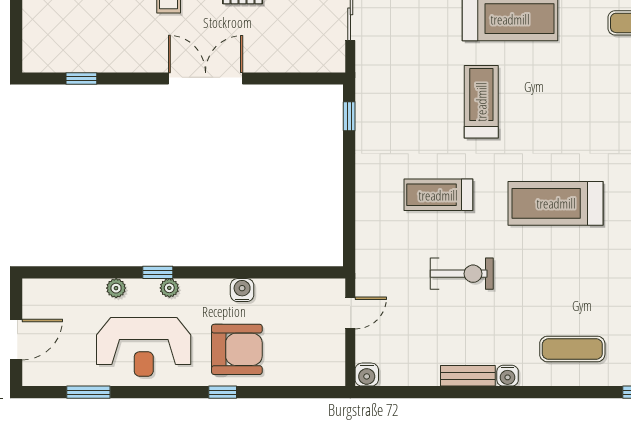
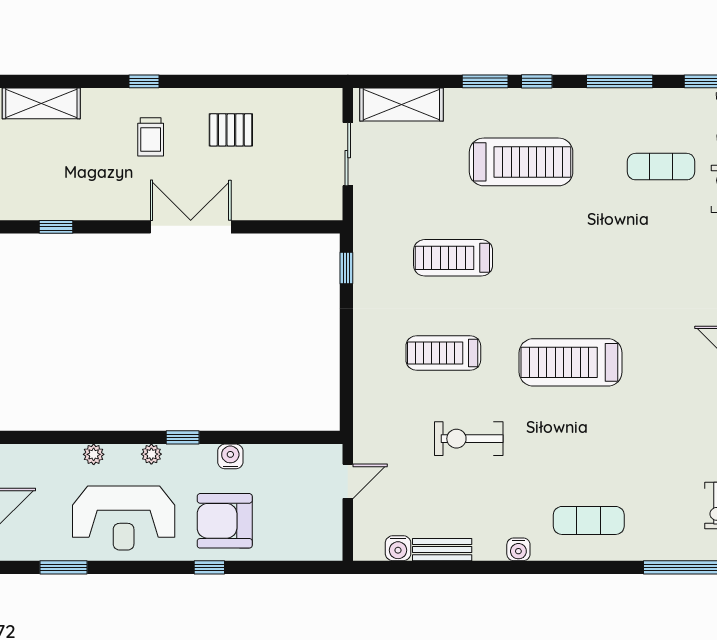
treadmill: (481, 102) -> (453, 258), moved, turned -90
window: (158, 272) -> (183, 437), moved
exercise bike: (462, 274) -> (469, 439), turned 180
armchair: (237, 349) -> (225, 521), turned 180
water cooler: (367, 375) -> (398, 548), moved
bench: (468, 376) -> (442, 550), moved

